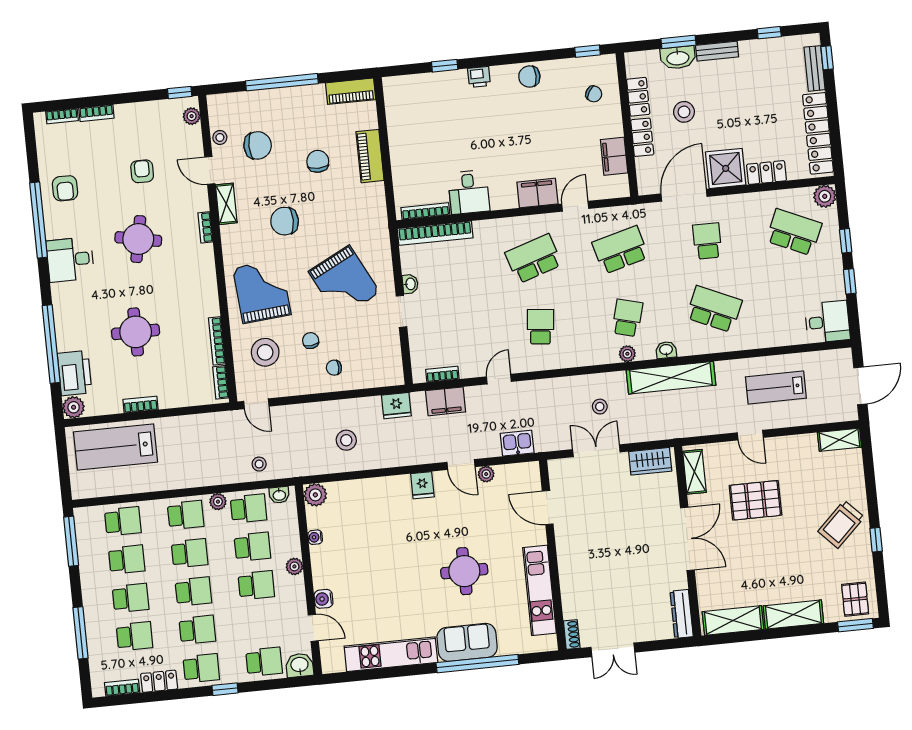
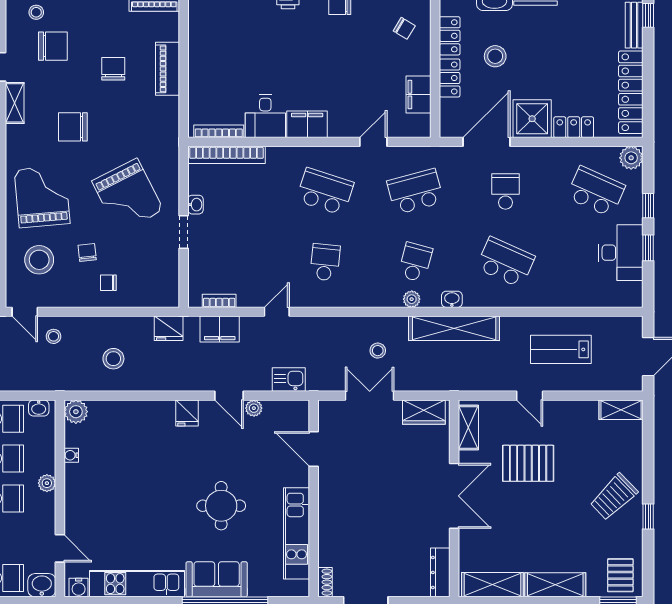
stool: (220, 137) -> (36, 12), moved
filing cabinet: (537, 193) -> (307, 124), moved
school desk: (534, 259) -> (325, 192), turned 36
desk: (827, 322) -> (621, 253), moved, width x1.37
stool: (259, 464) -> (54, 336), moved
water cooler: (324, 599) -> (79, 588), moved, turned -90

